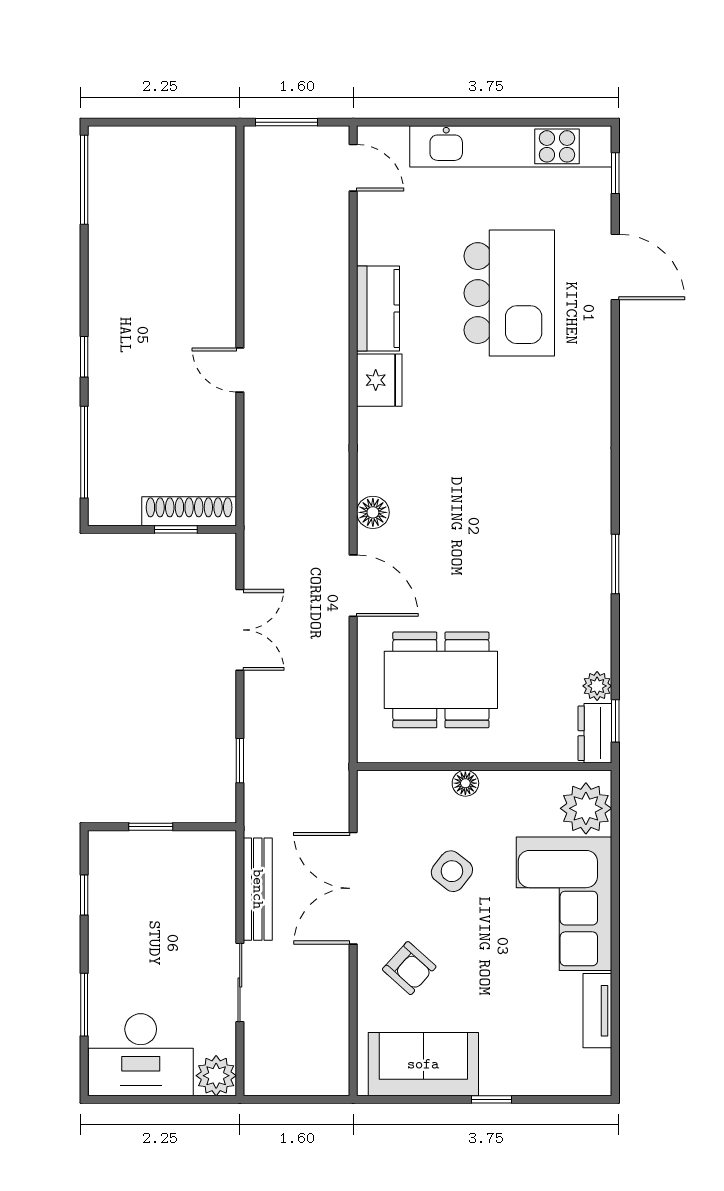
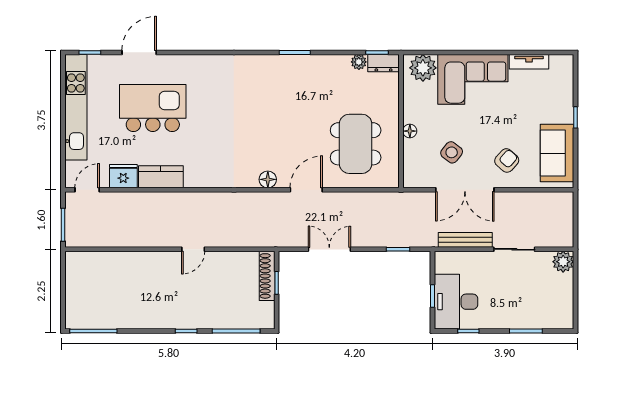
fridge: (379, 380) -> (123, 176), moved
side table: (452, 871) -> (452, 152), moved
desk: (141, 1055) -> (456, 302), moved, turned 180

